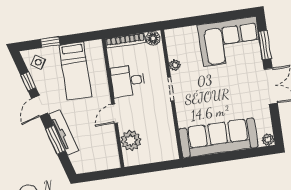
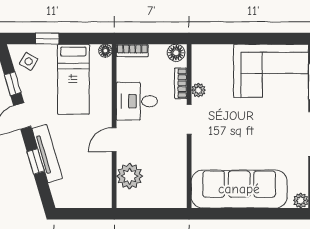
bookcase: (125, 41) -> (132, 50), width x0.64
floor lamp: (97, 45) -> (105, 51), added
bookcase: (160, 62) -> (181, 83), added
window: (55, 140) -> (36, 161), width x0.67

